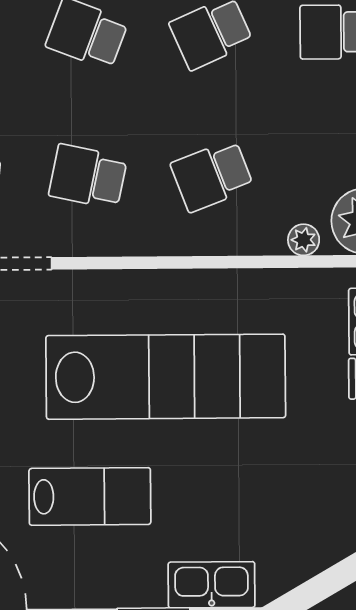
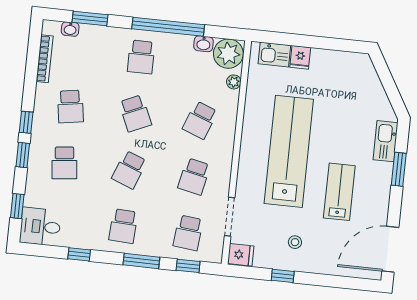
school desk: (212, 176) -> (200, 120), turned 42

